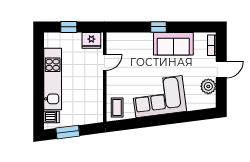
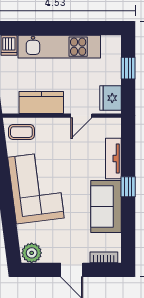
tv unit: (137, 38) -> (113, 158), added
door: (105, 62) -> (81, 116), hinge flipped
plant: (208, 86) -> (32, 253), moved
kitchen counter: (95, 93) -> (41, 102), added

